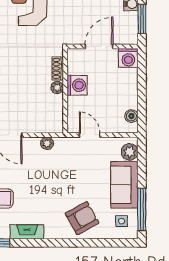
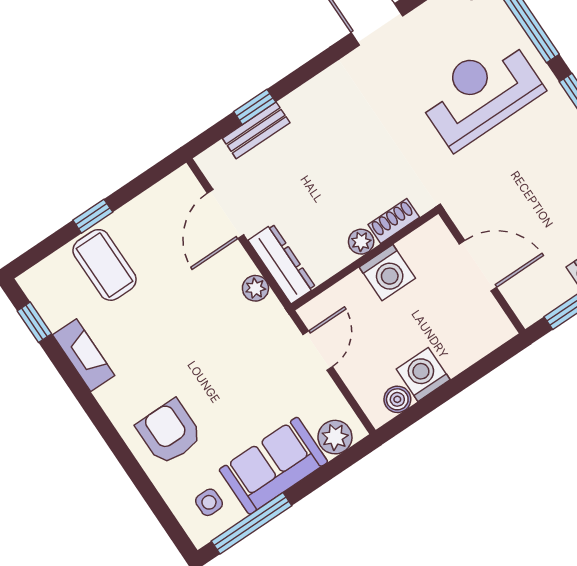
washing machine: (128, 58) -> (423, 374), moved, turned 90
dresser: (44, 126) -> (282, 264), added
armchair: (82, 218) -> (169, 432), turned -151

